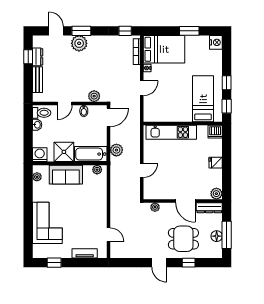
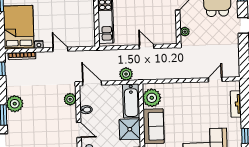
plant: (79, 43) -> (15, 104), moved
plant: (97, 170) -> (152, 98), width x1.87, depth x1.87

